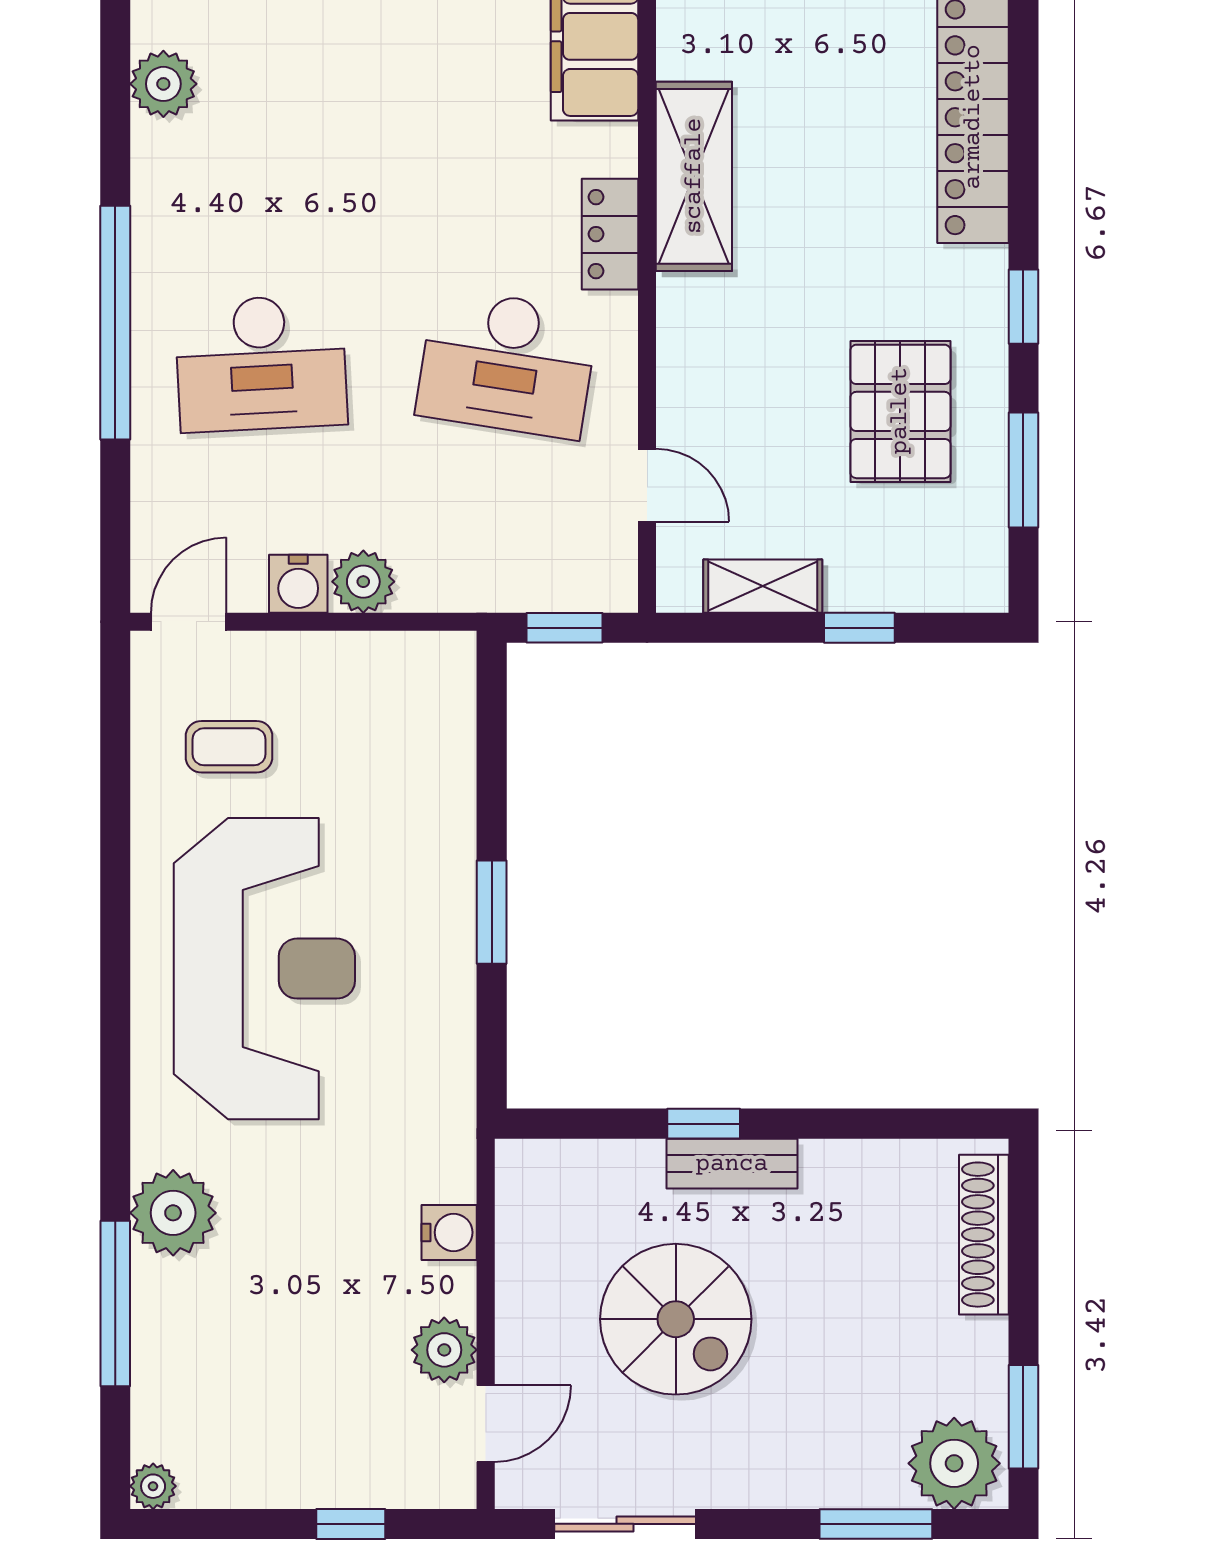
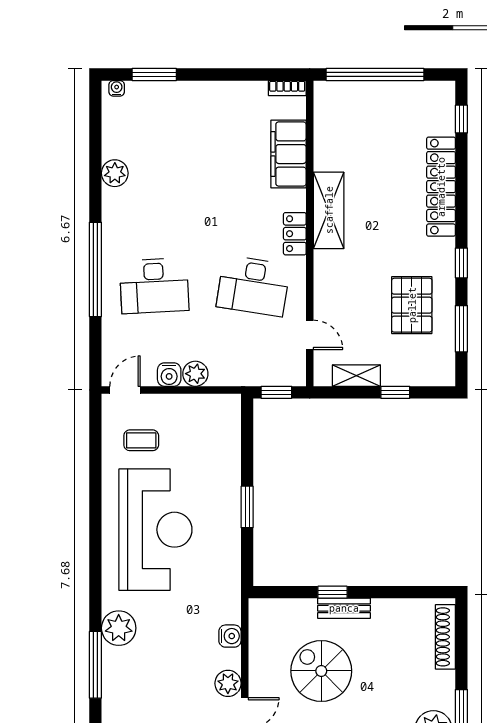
spiral stairs: (676, 1319) -> (321, 671), turned 180

